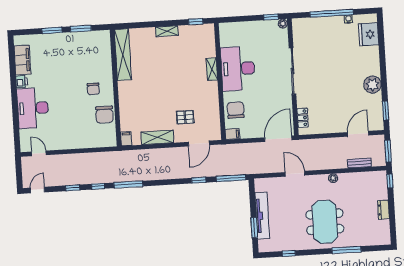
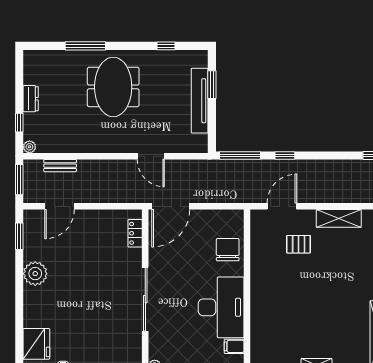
shelving: (212, 69) -> (257, 309), removed
chair: (236, 110) -> (228, 250), turned 180
filing cabinet: (232, 134) -> (234, 346), moved
plant: (333, 178) -> (29, 147), moved
window: (390, 181) -> (19, 123), moved

